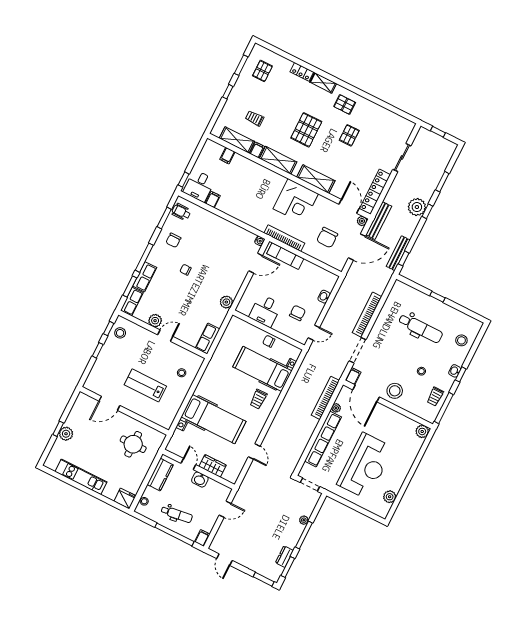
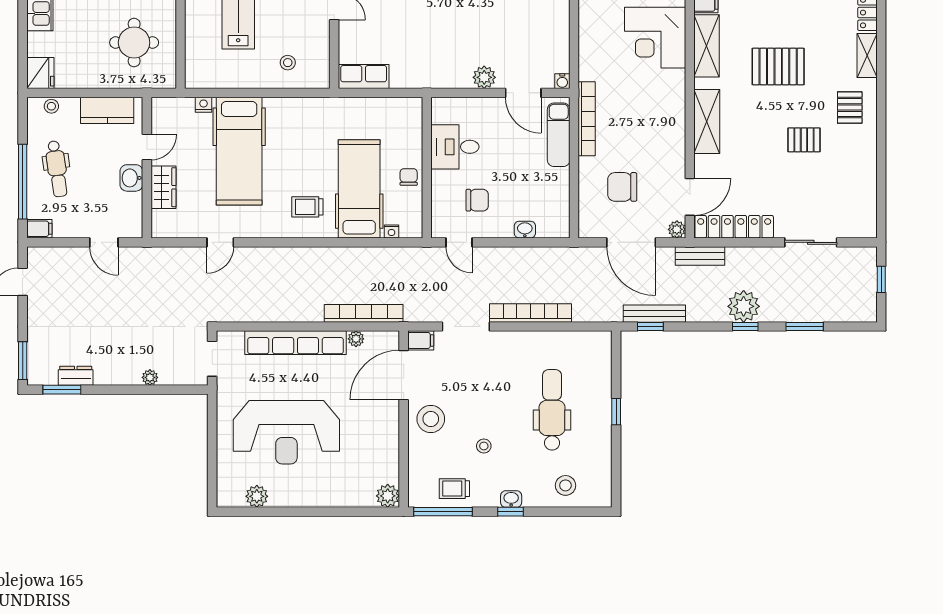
corner desk: (296, 201) -> (655, 38), moved
bench: (379, 221) -> (700, 256), width x0.73
plant: (226, 302) -> (484, 77), moved
dental chair: (420, 328) -> (552, 410), turned 180
window: (304, 535) -> (126, 390), removed

